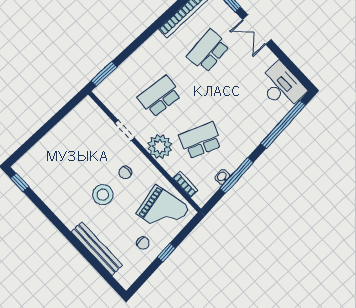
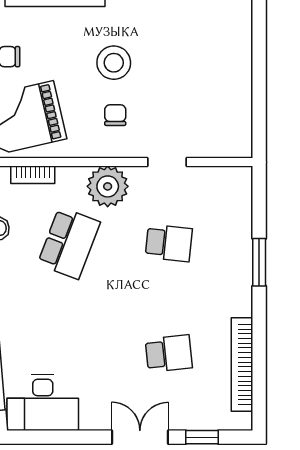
school desk: (208, 51) -> (169, 354), width x0.54
window: (104, 74) -> (259, 262), moved
school desk: (160, 96) -> (169, 243), width x0.54

